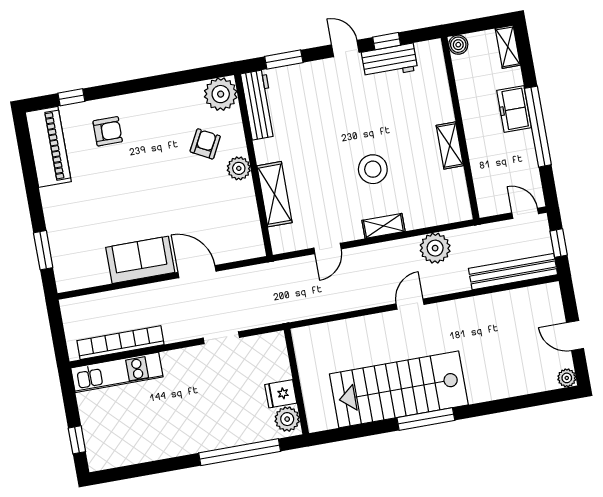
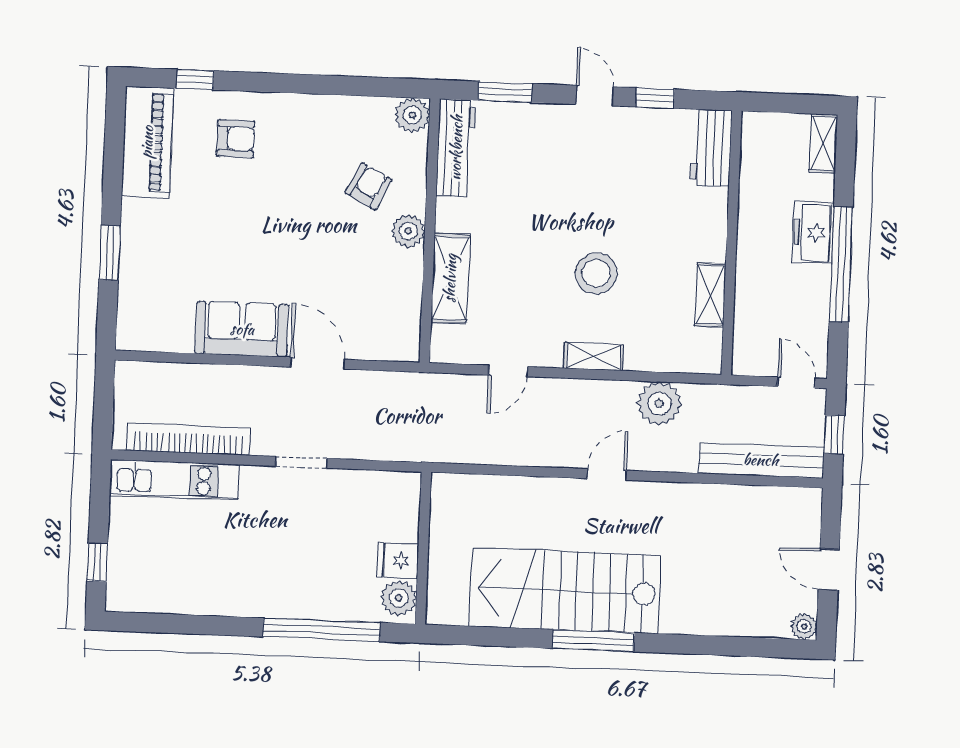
boiler: (458, 45) -> (755, 125), removed
workbench: (390, 61) -> (711, 148), moved, turned 90
plant: (221, 94) -> (412, 115), width x0.73, depth x0.73
shelving: (450, 146) -> (710, 295), moved
window: (43, 250) -> (110, 253), moved
doorway: (221, 338) -> (302, 462), moved

